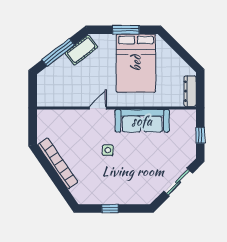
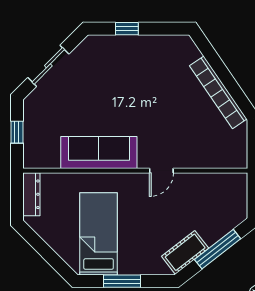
bed: (136, 63) -> (99, 234), width x0.67
side table: (108, 150) -> (148, 111), removed
window: (110, 208) -> (127, 29), moved

